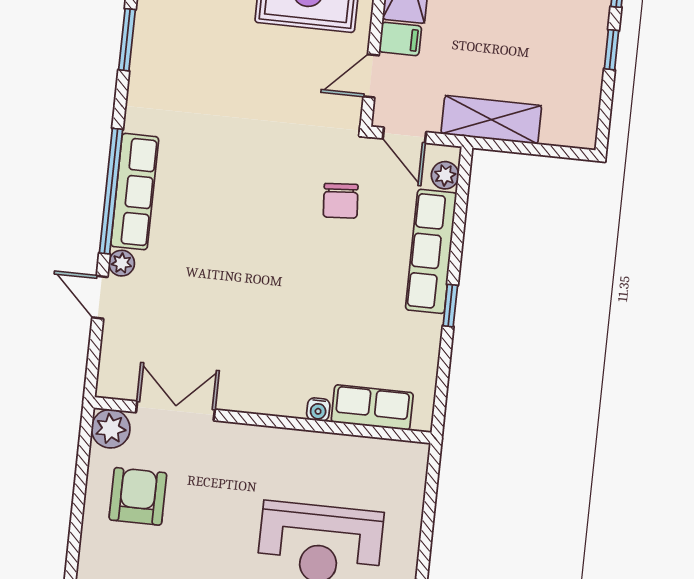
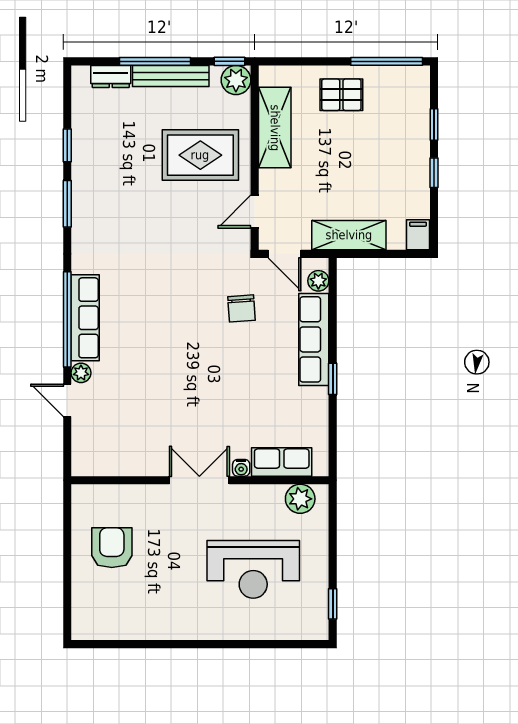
filing cabinet: (400, 39) -> (418, 235), moved, turned -90
double door: (175, 411) -> (199, 480), moved
plant: (111, 429) -> (300, 499), moved

